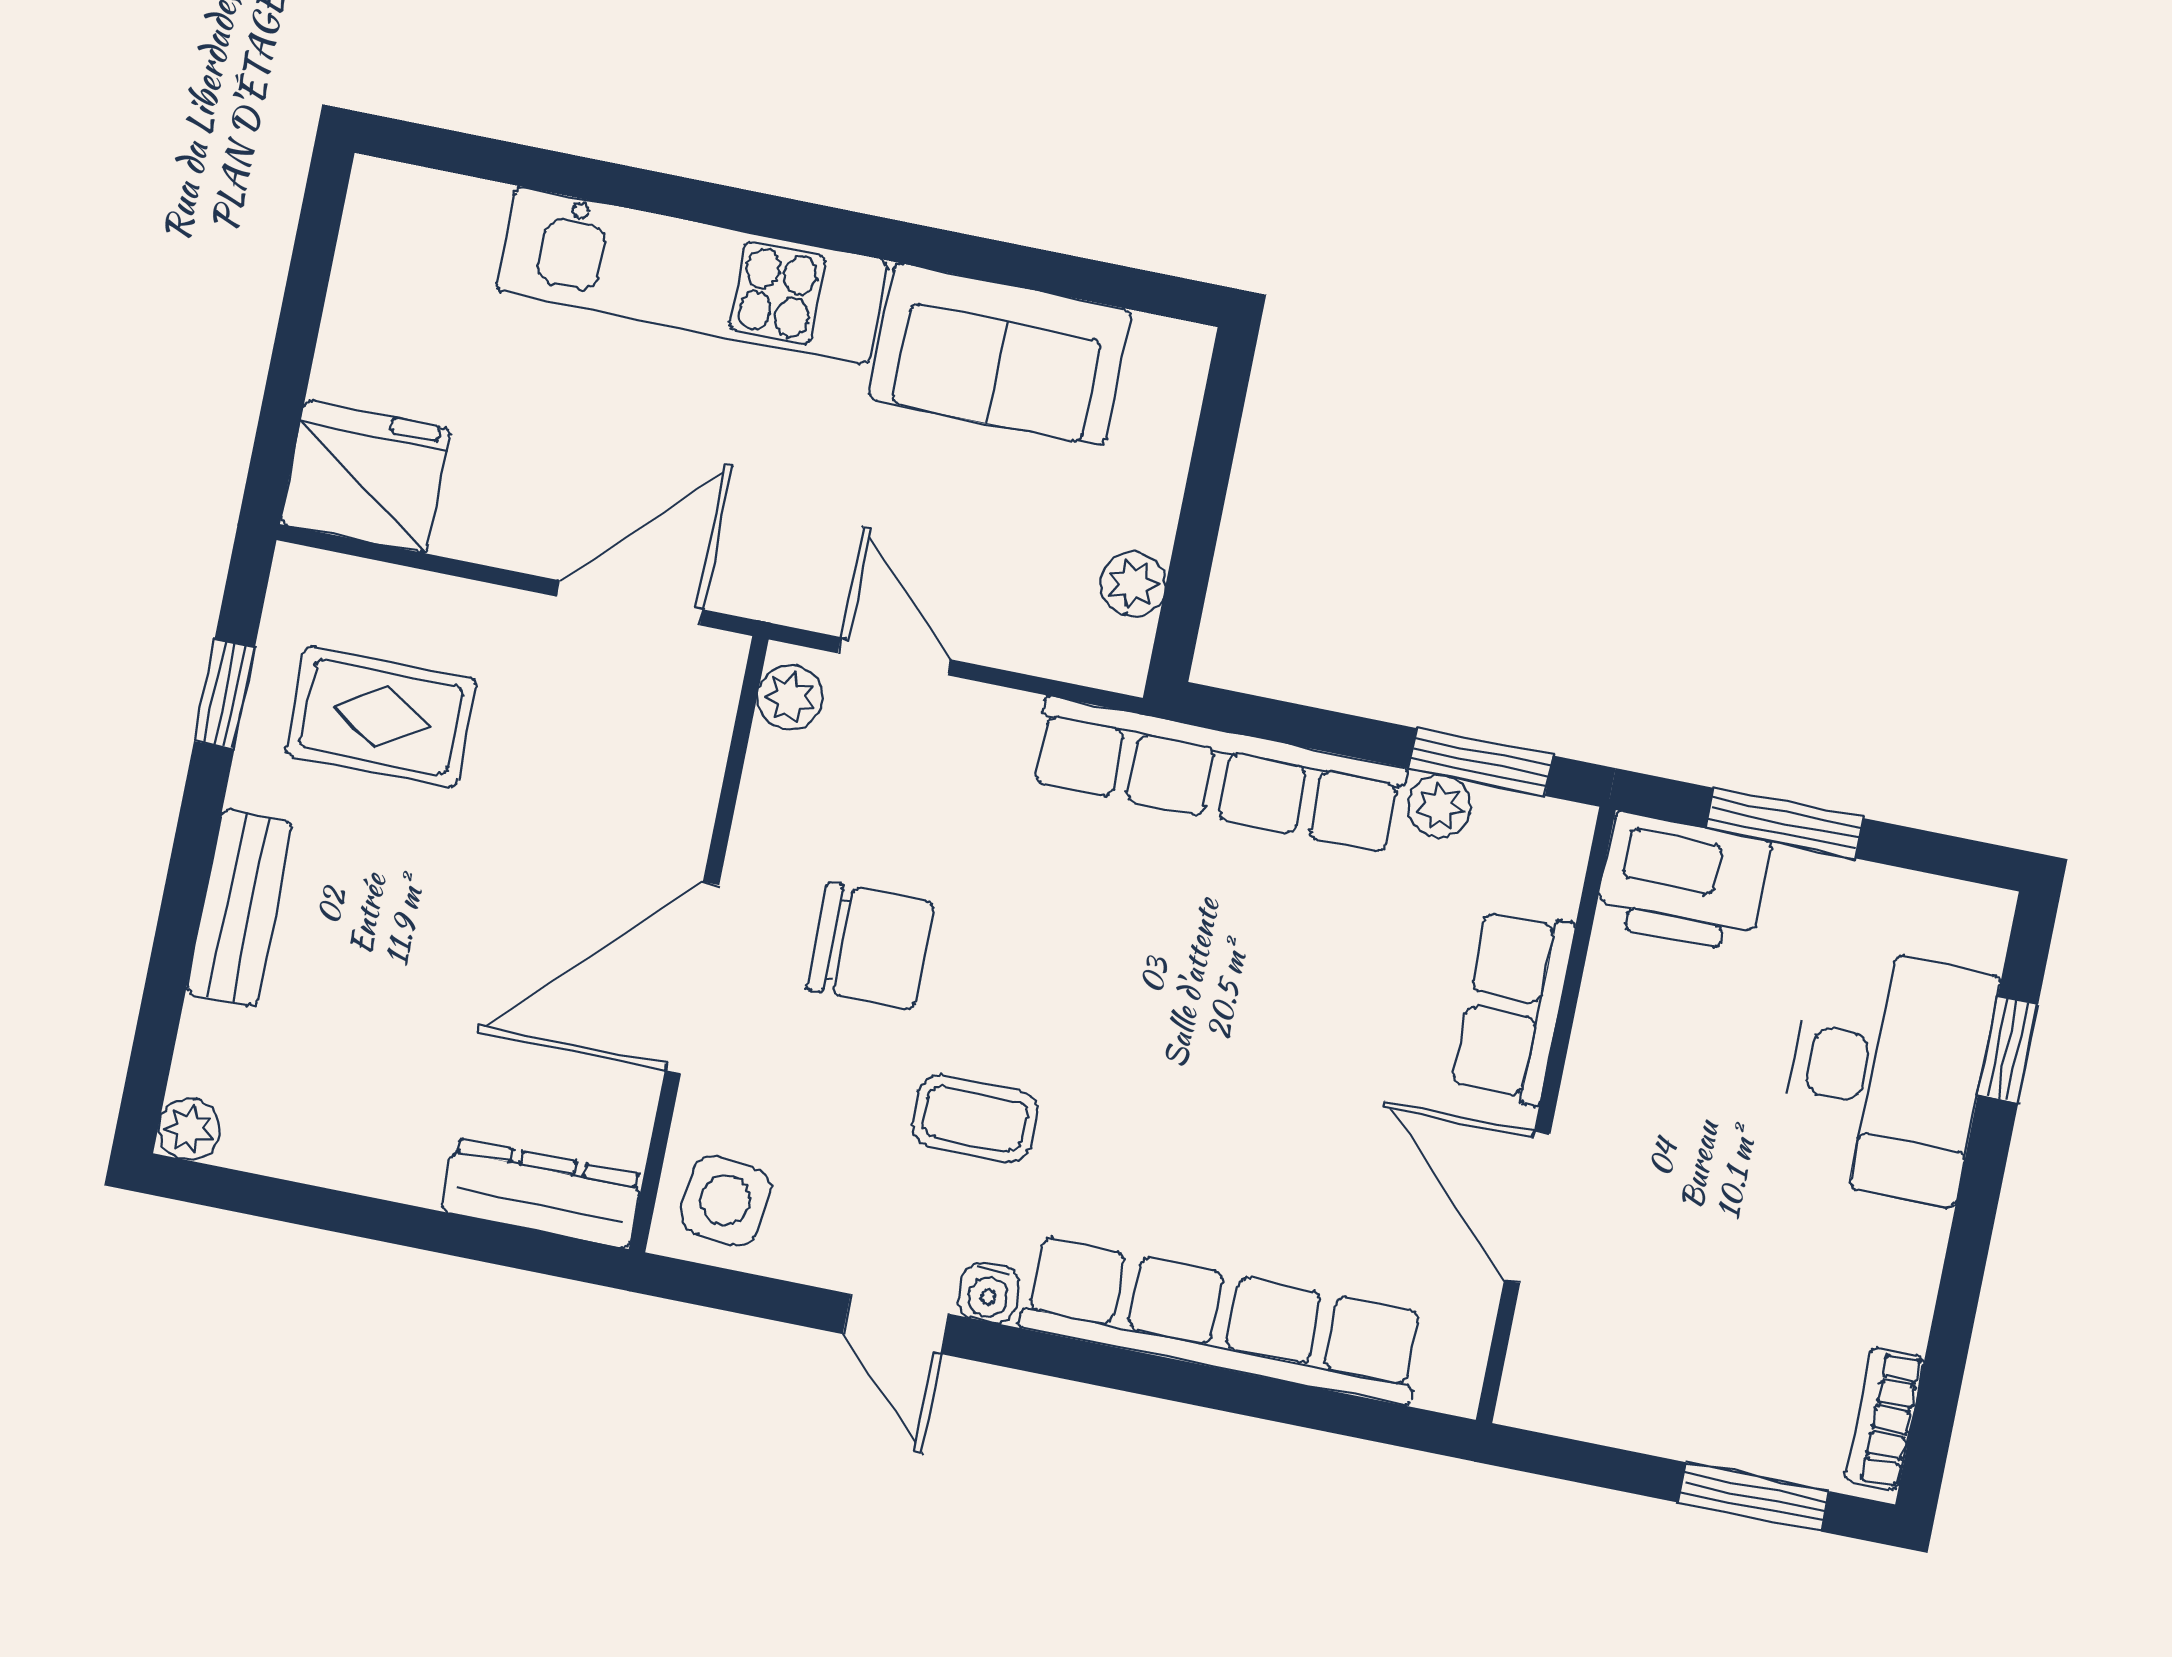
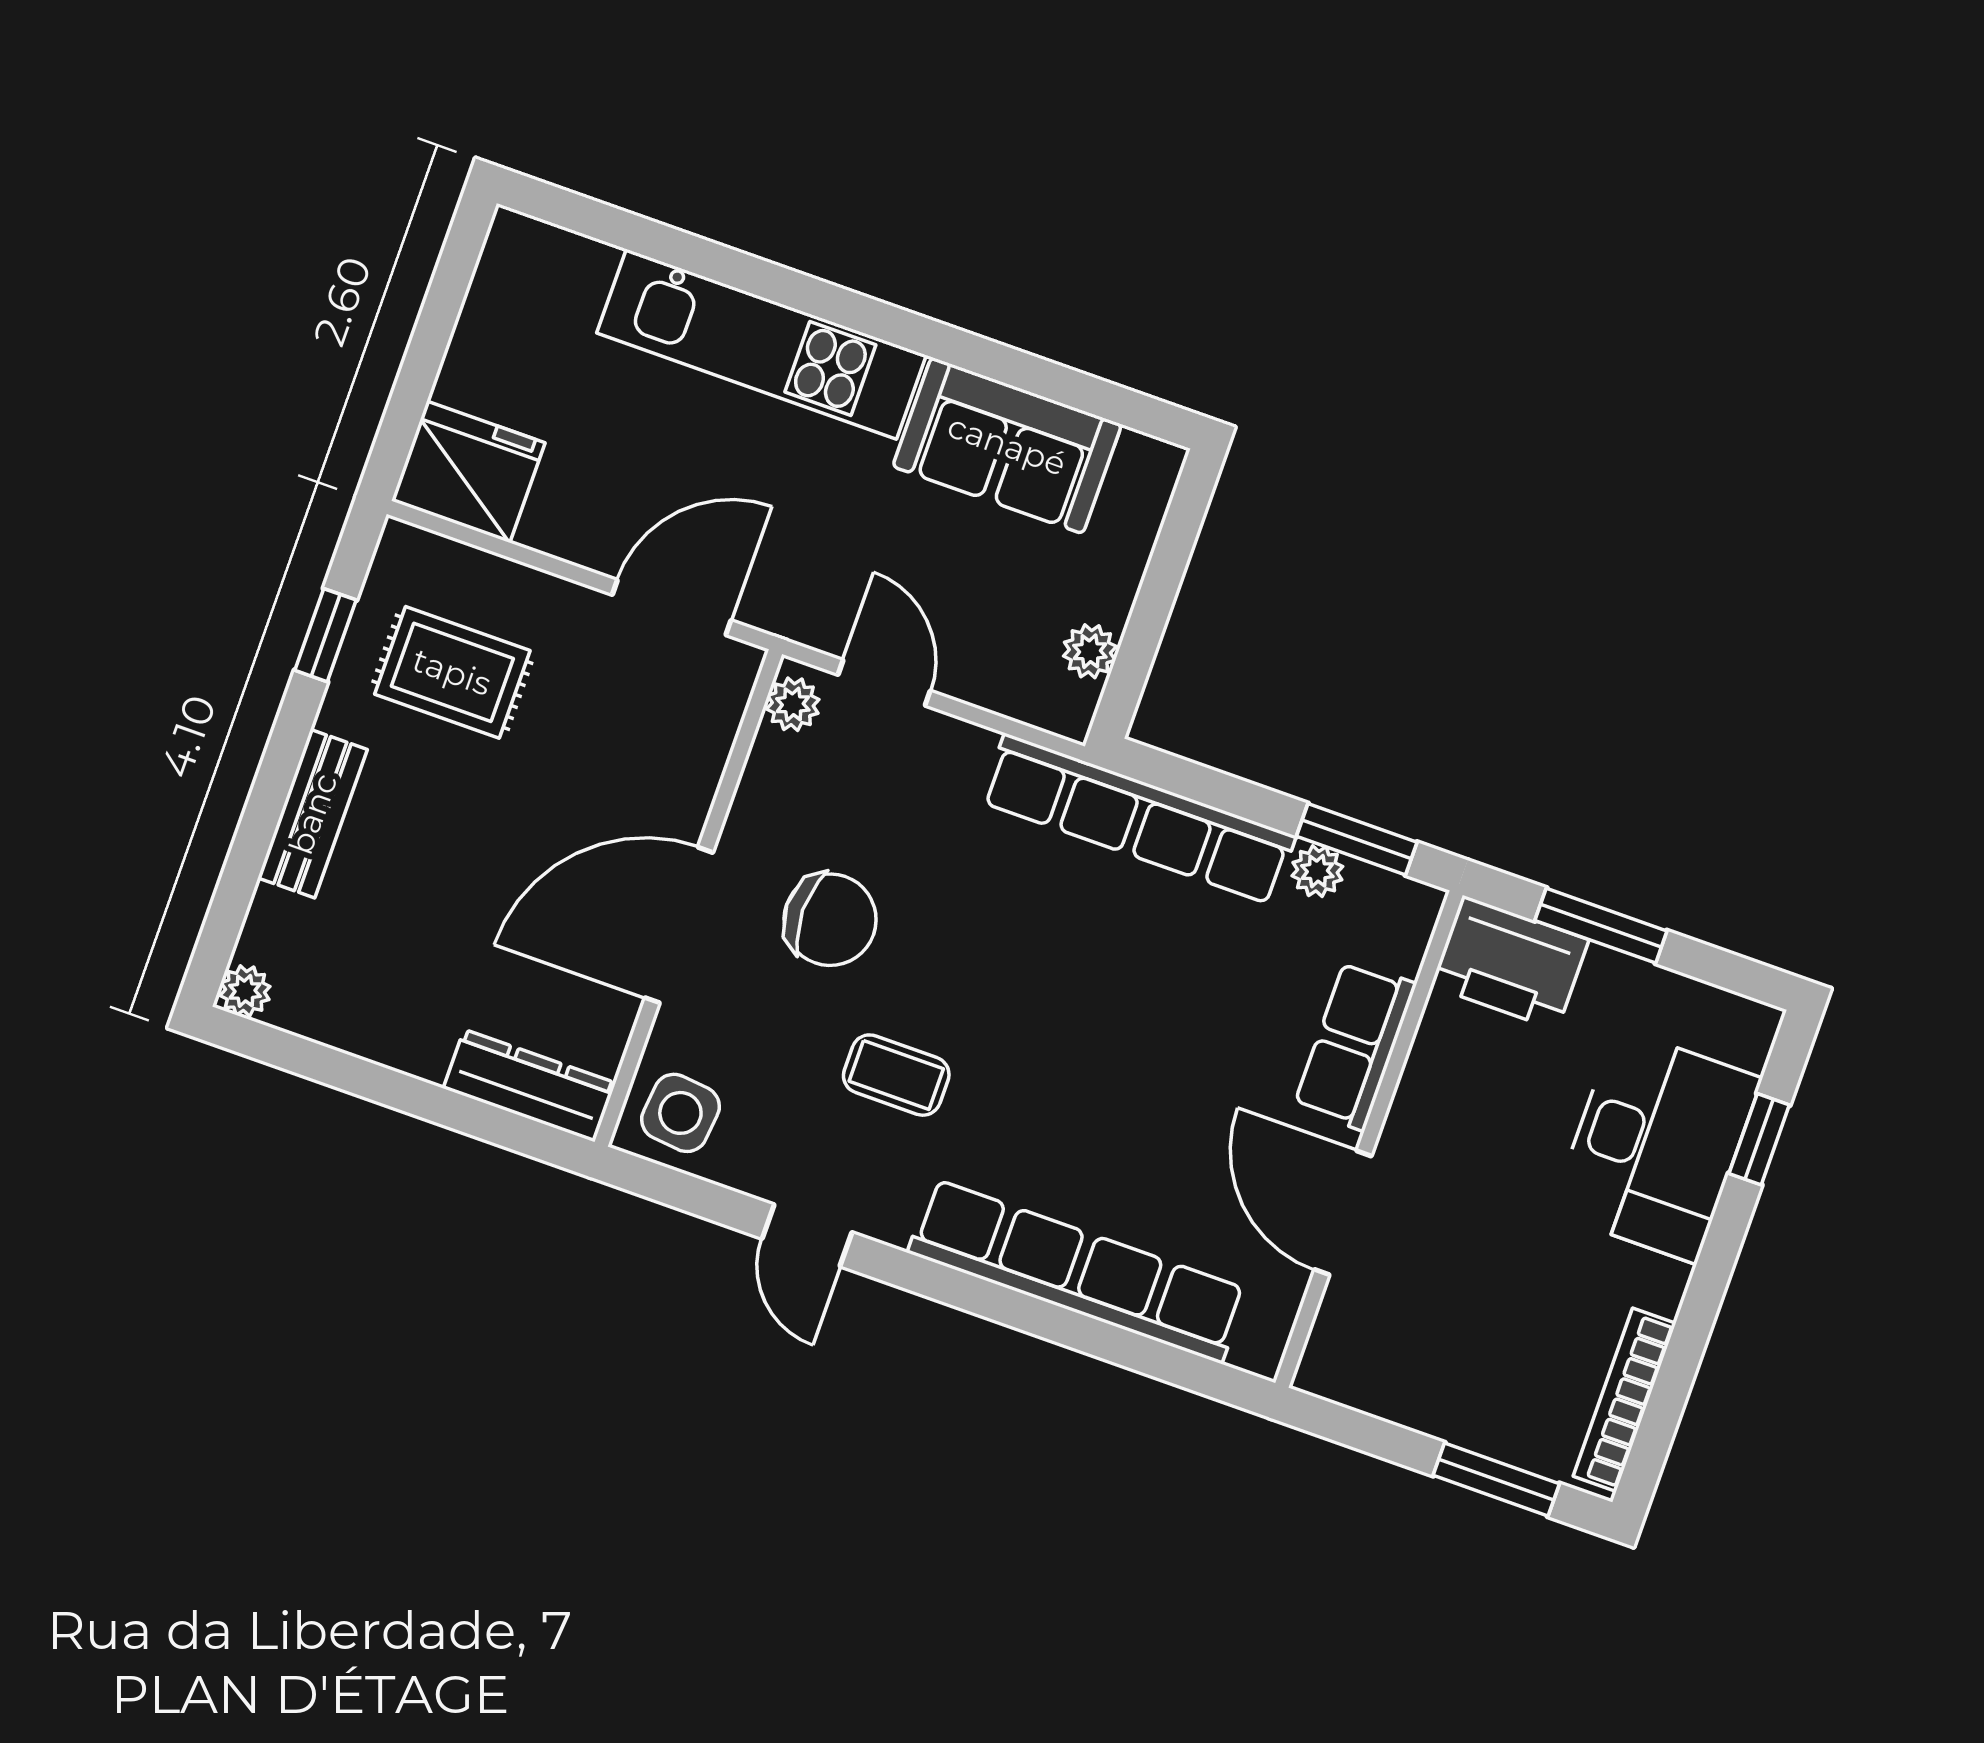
water cooler: (989, 1293) -> (887, 1220), removed
bookcase: (1885, 1419) -> (1624, 1400), width x1.56

